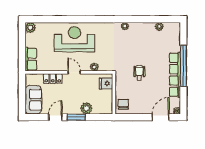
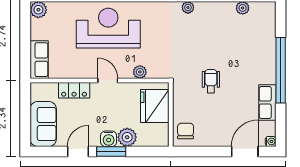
row of seats: (175, 75) -> (267, 103), width x0.50
fridge: (106, 84) -> (155, 106), width x1.88, depth x1.34
water cooler: (75, 109) -> (109, 139), added

